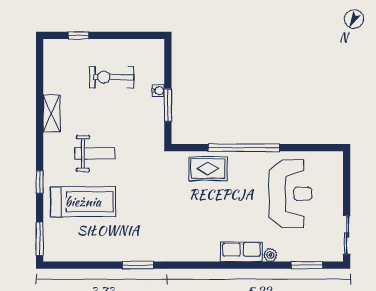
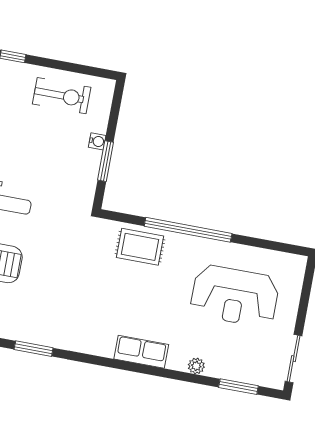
exercise bike: (112, 77) -> (62, 96), moved, turned 180
reception desk: (291, 194) -> (235, 296), turned 90
row of seats: (242, 252) -> (141, 352), moved

